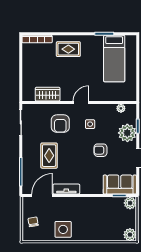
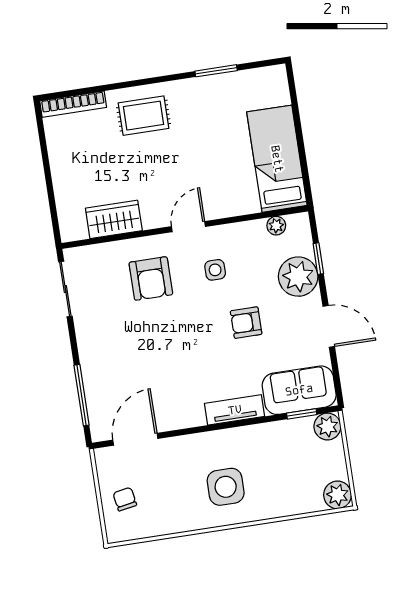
bed: (114, 59) -> (277, 159), moved, turned 180
rug: (49, 156) -> (137, 351), removed
tv unit: (66, 189) -> (235, 410), moved
side table: (63, 229) -> (226, 487), moved

